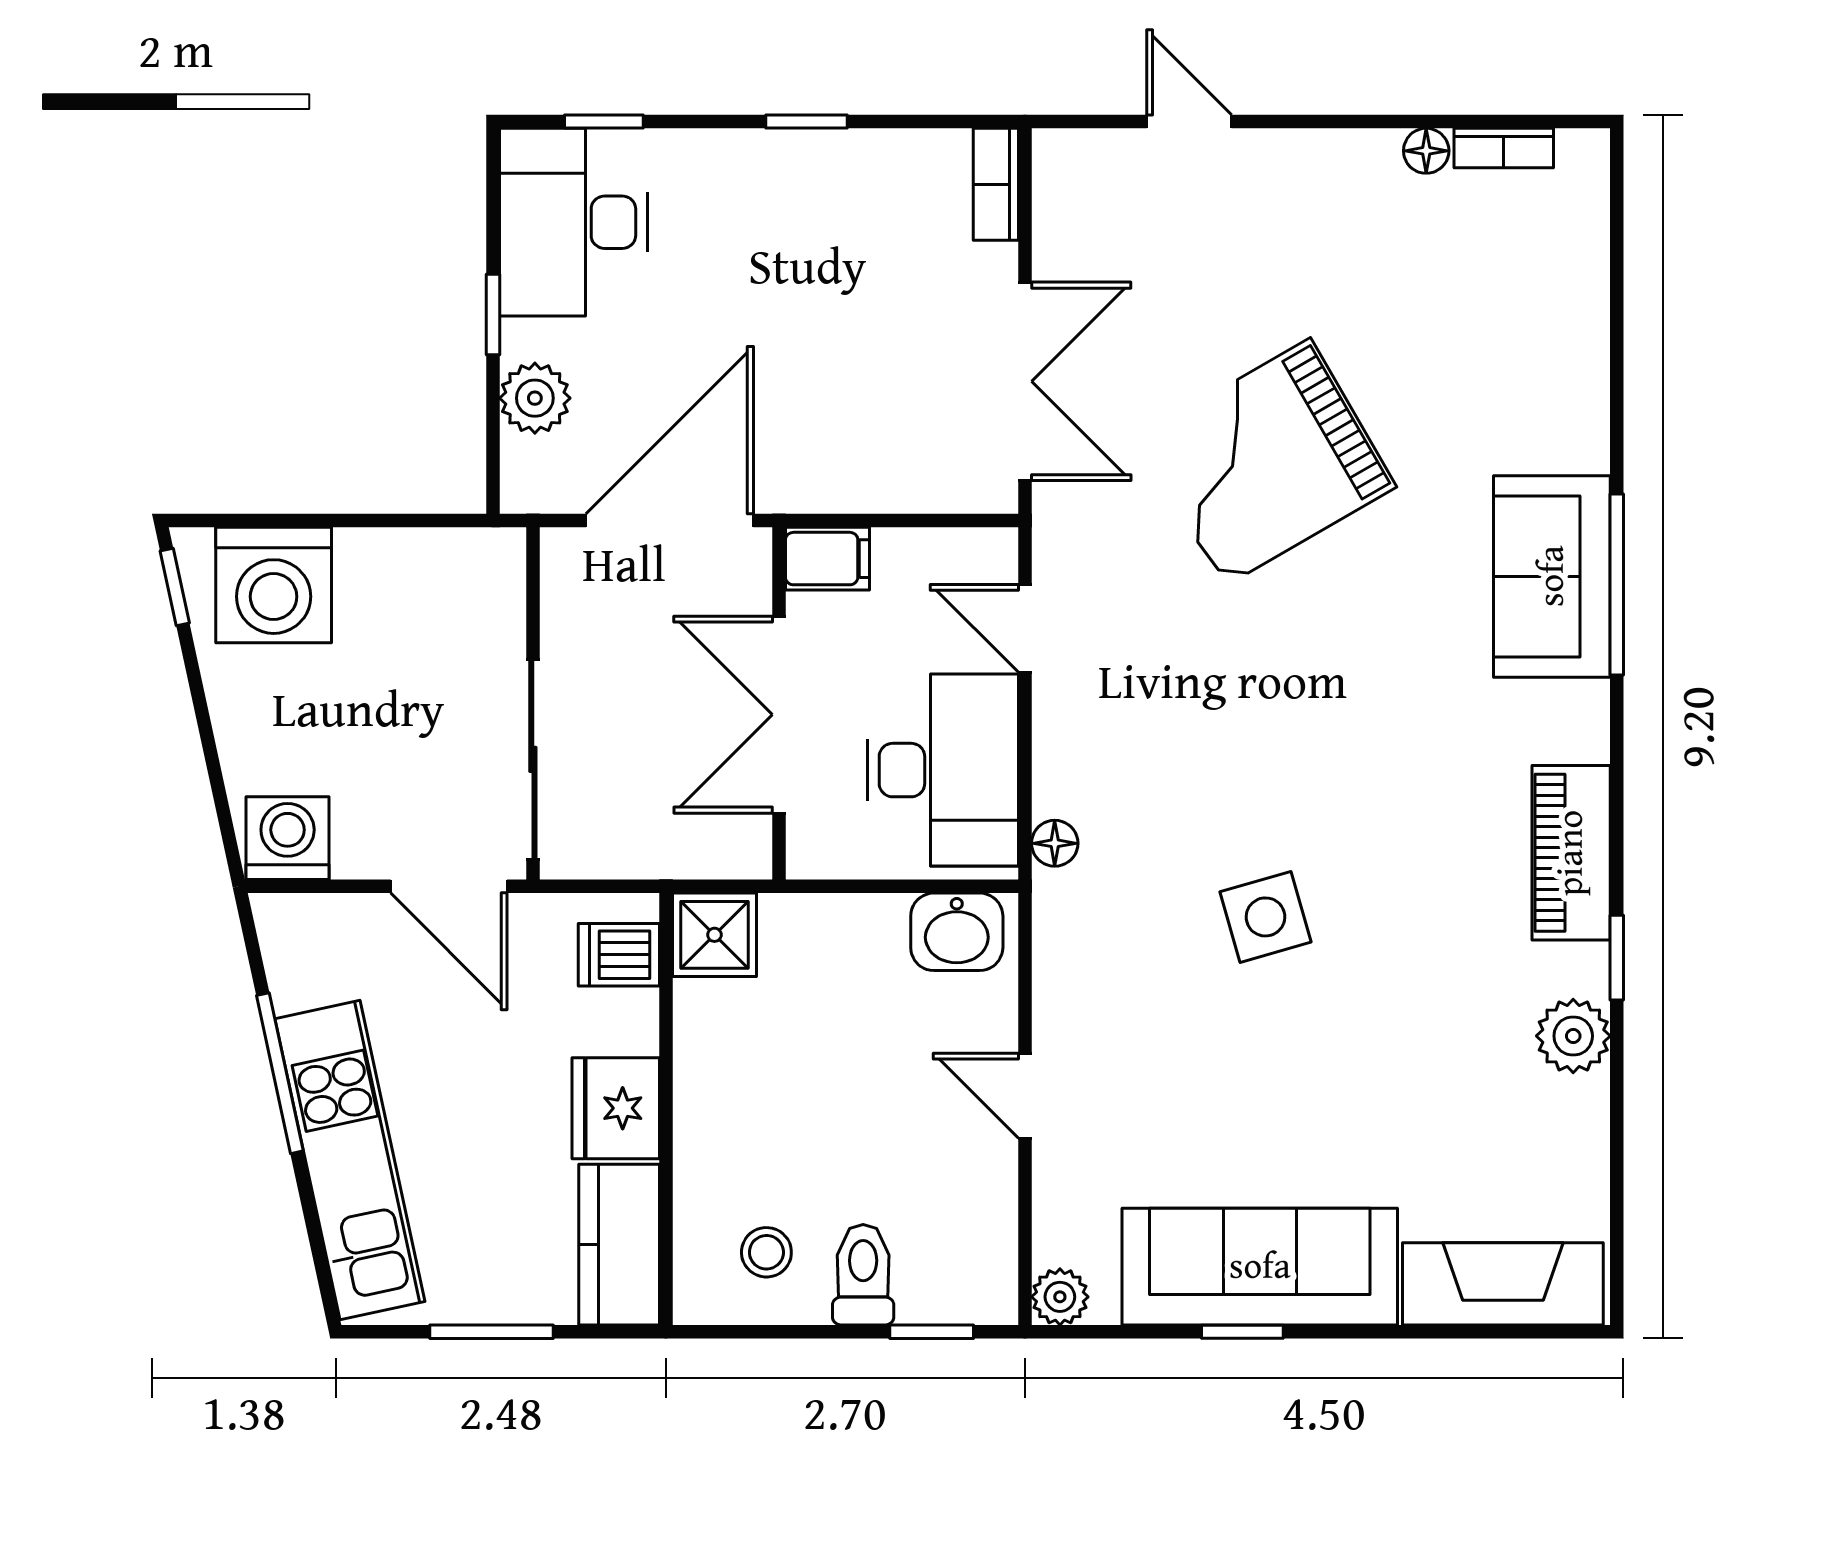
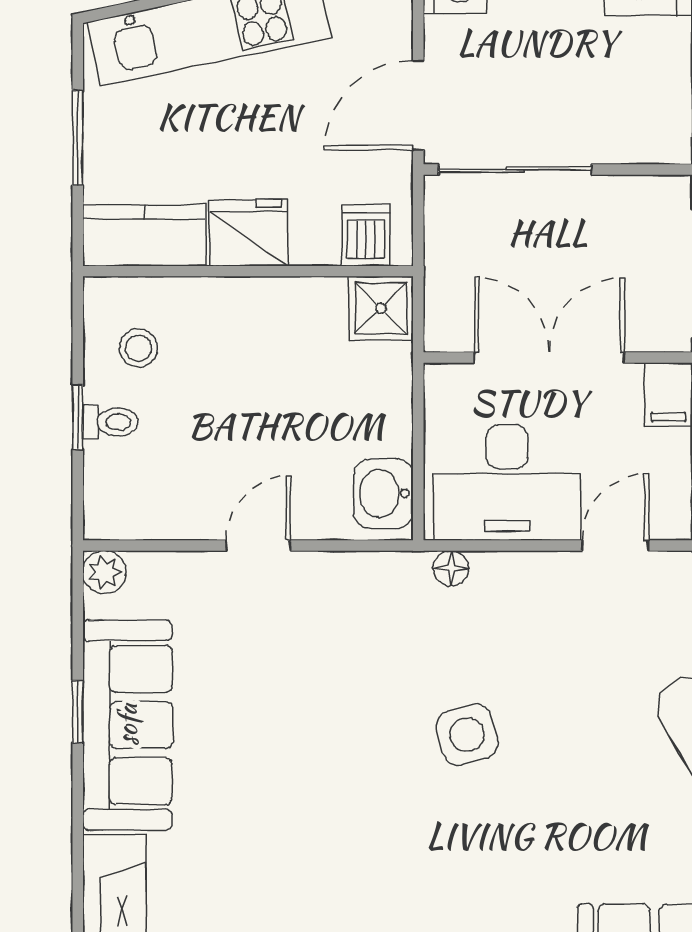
side table: (1266, 917) -> (467, 735), moved
toilet: (863, 1275) -> (111, 422), width x0.73, depth x0.72
window: (932, 1332) -> (78, 417), moved

